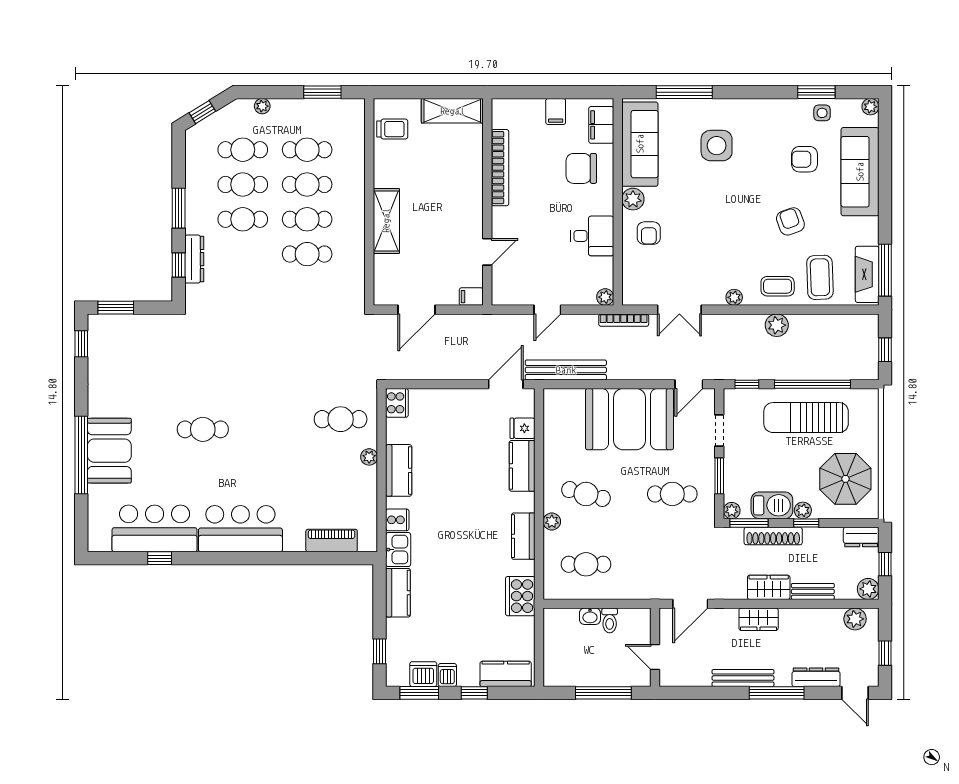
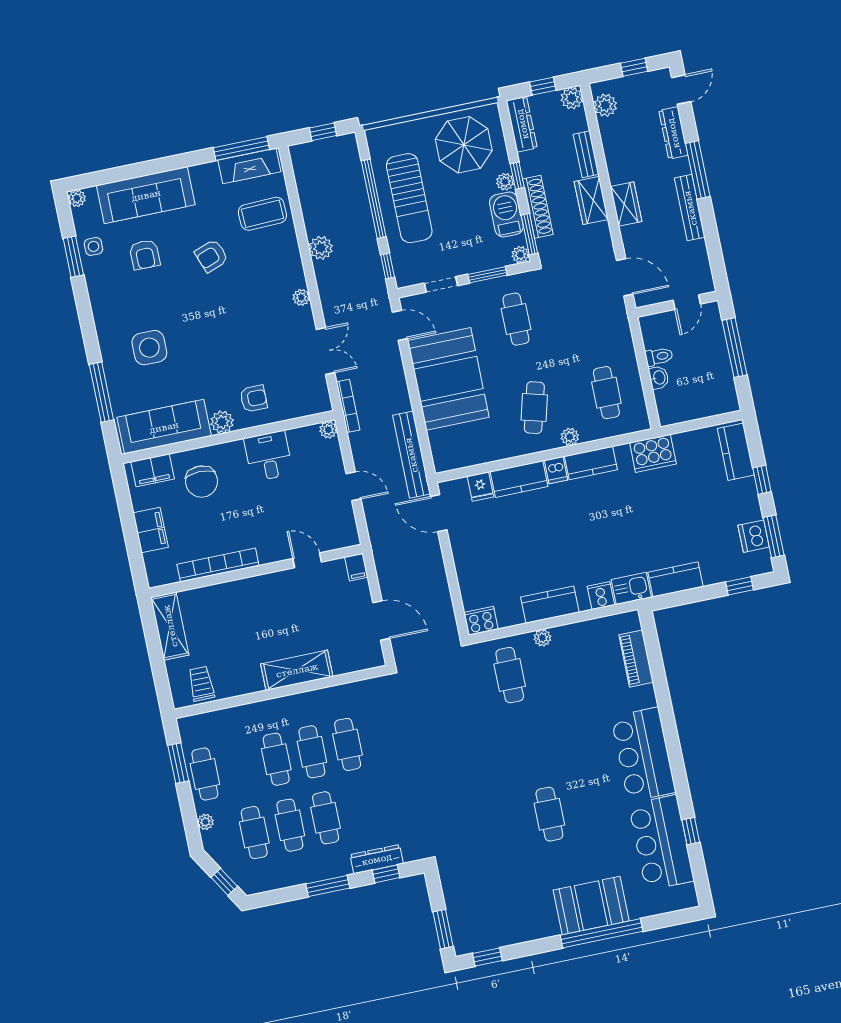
filing cabinet: (556, 111) -> (151, 530), width x2.00
cafe table: (307, 150) -> (205, 774), moved
coffee table: (778, 286) -> (281, 255), removed
dresser: (861, 537) -> (522, 124), width x1.44
dishwasher: (447, 675) -> (556, 470), moved, turned -90

